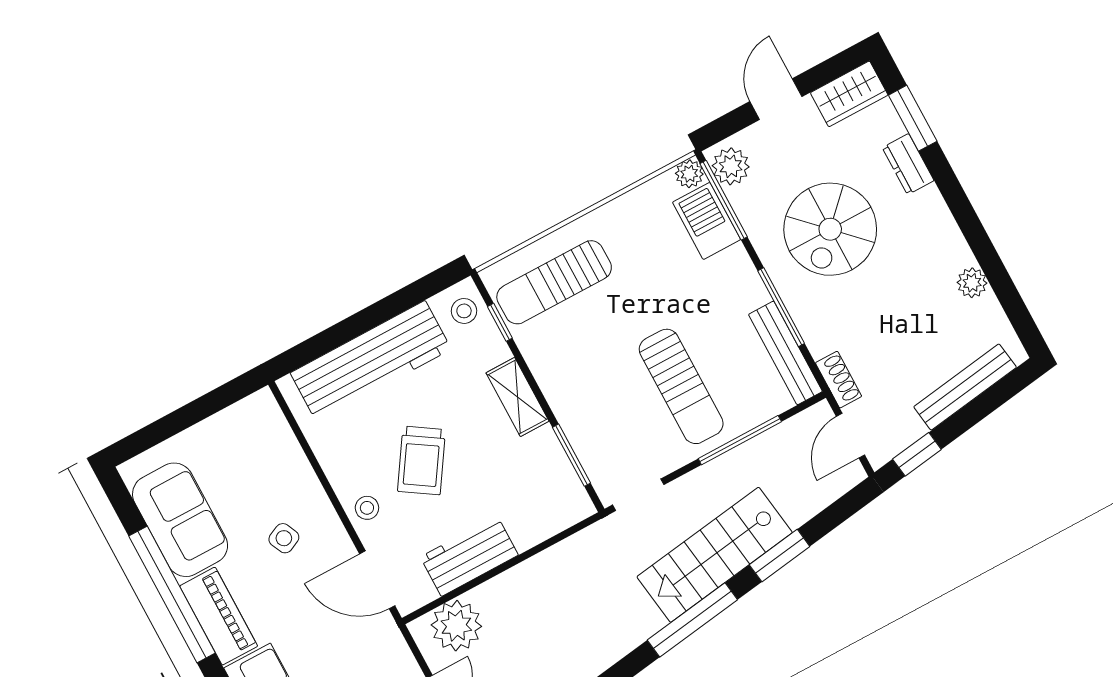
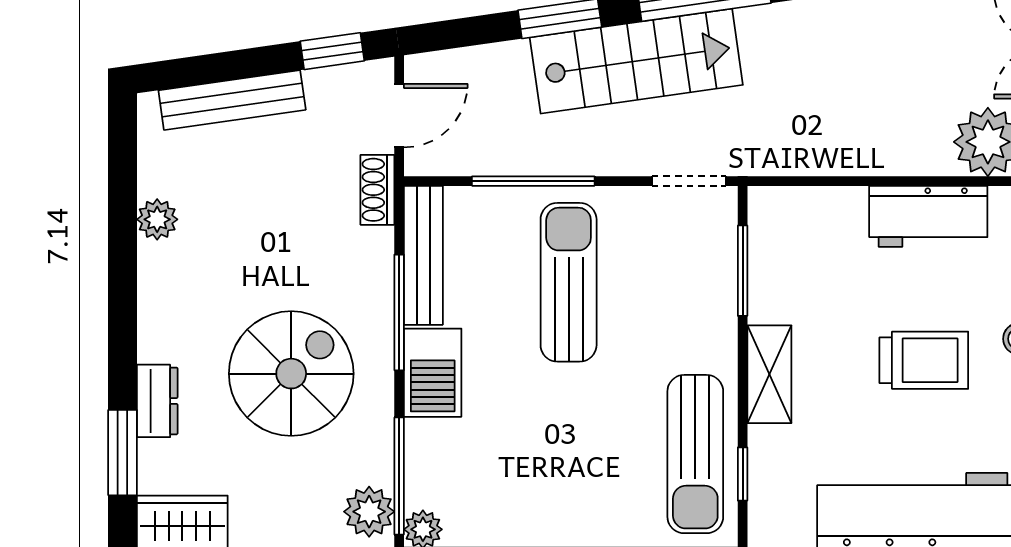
barbecue: (707, 221) -> (433, 373), moved
sun lounger: (554, 282) -> (695, 454), moved, turned 90
stool: (464, 311) -> (778, 510), removed
trolley: (422, 460) -> (924, 360), turned 57

